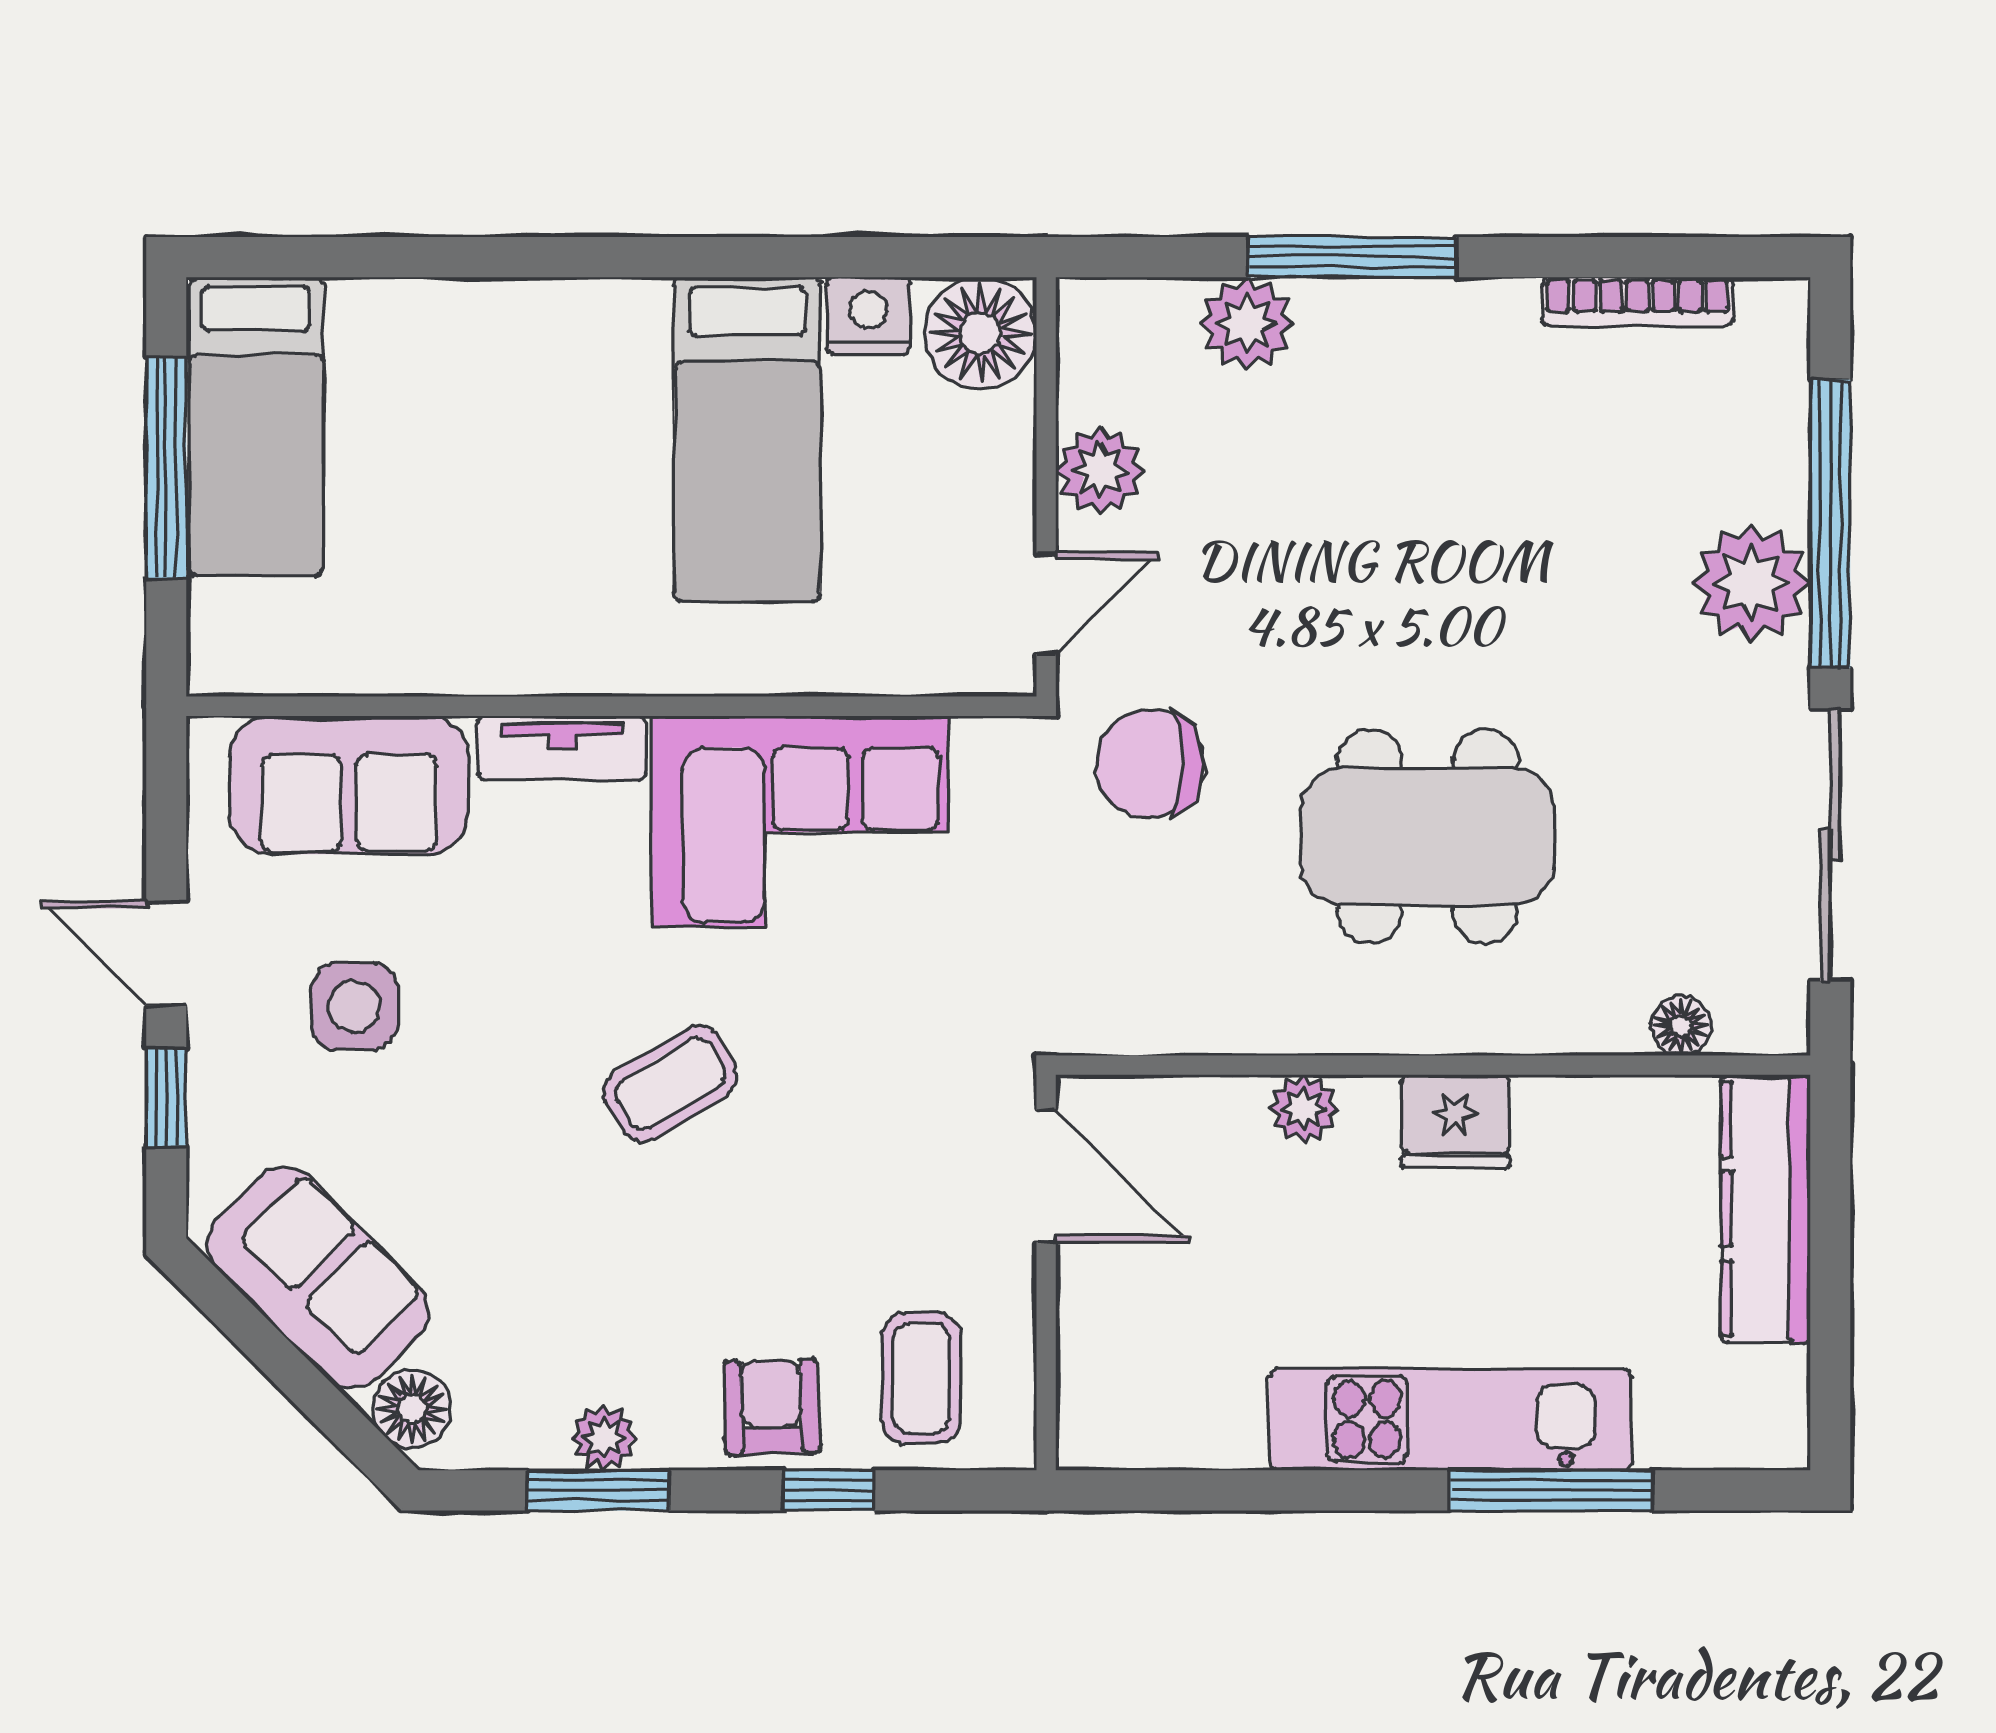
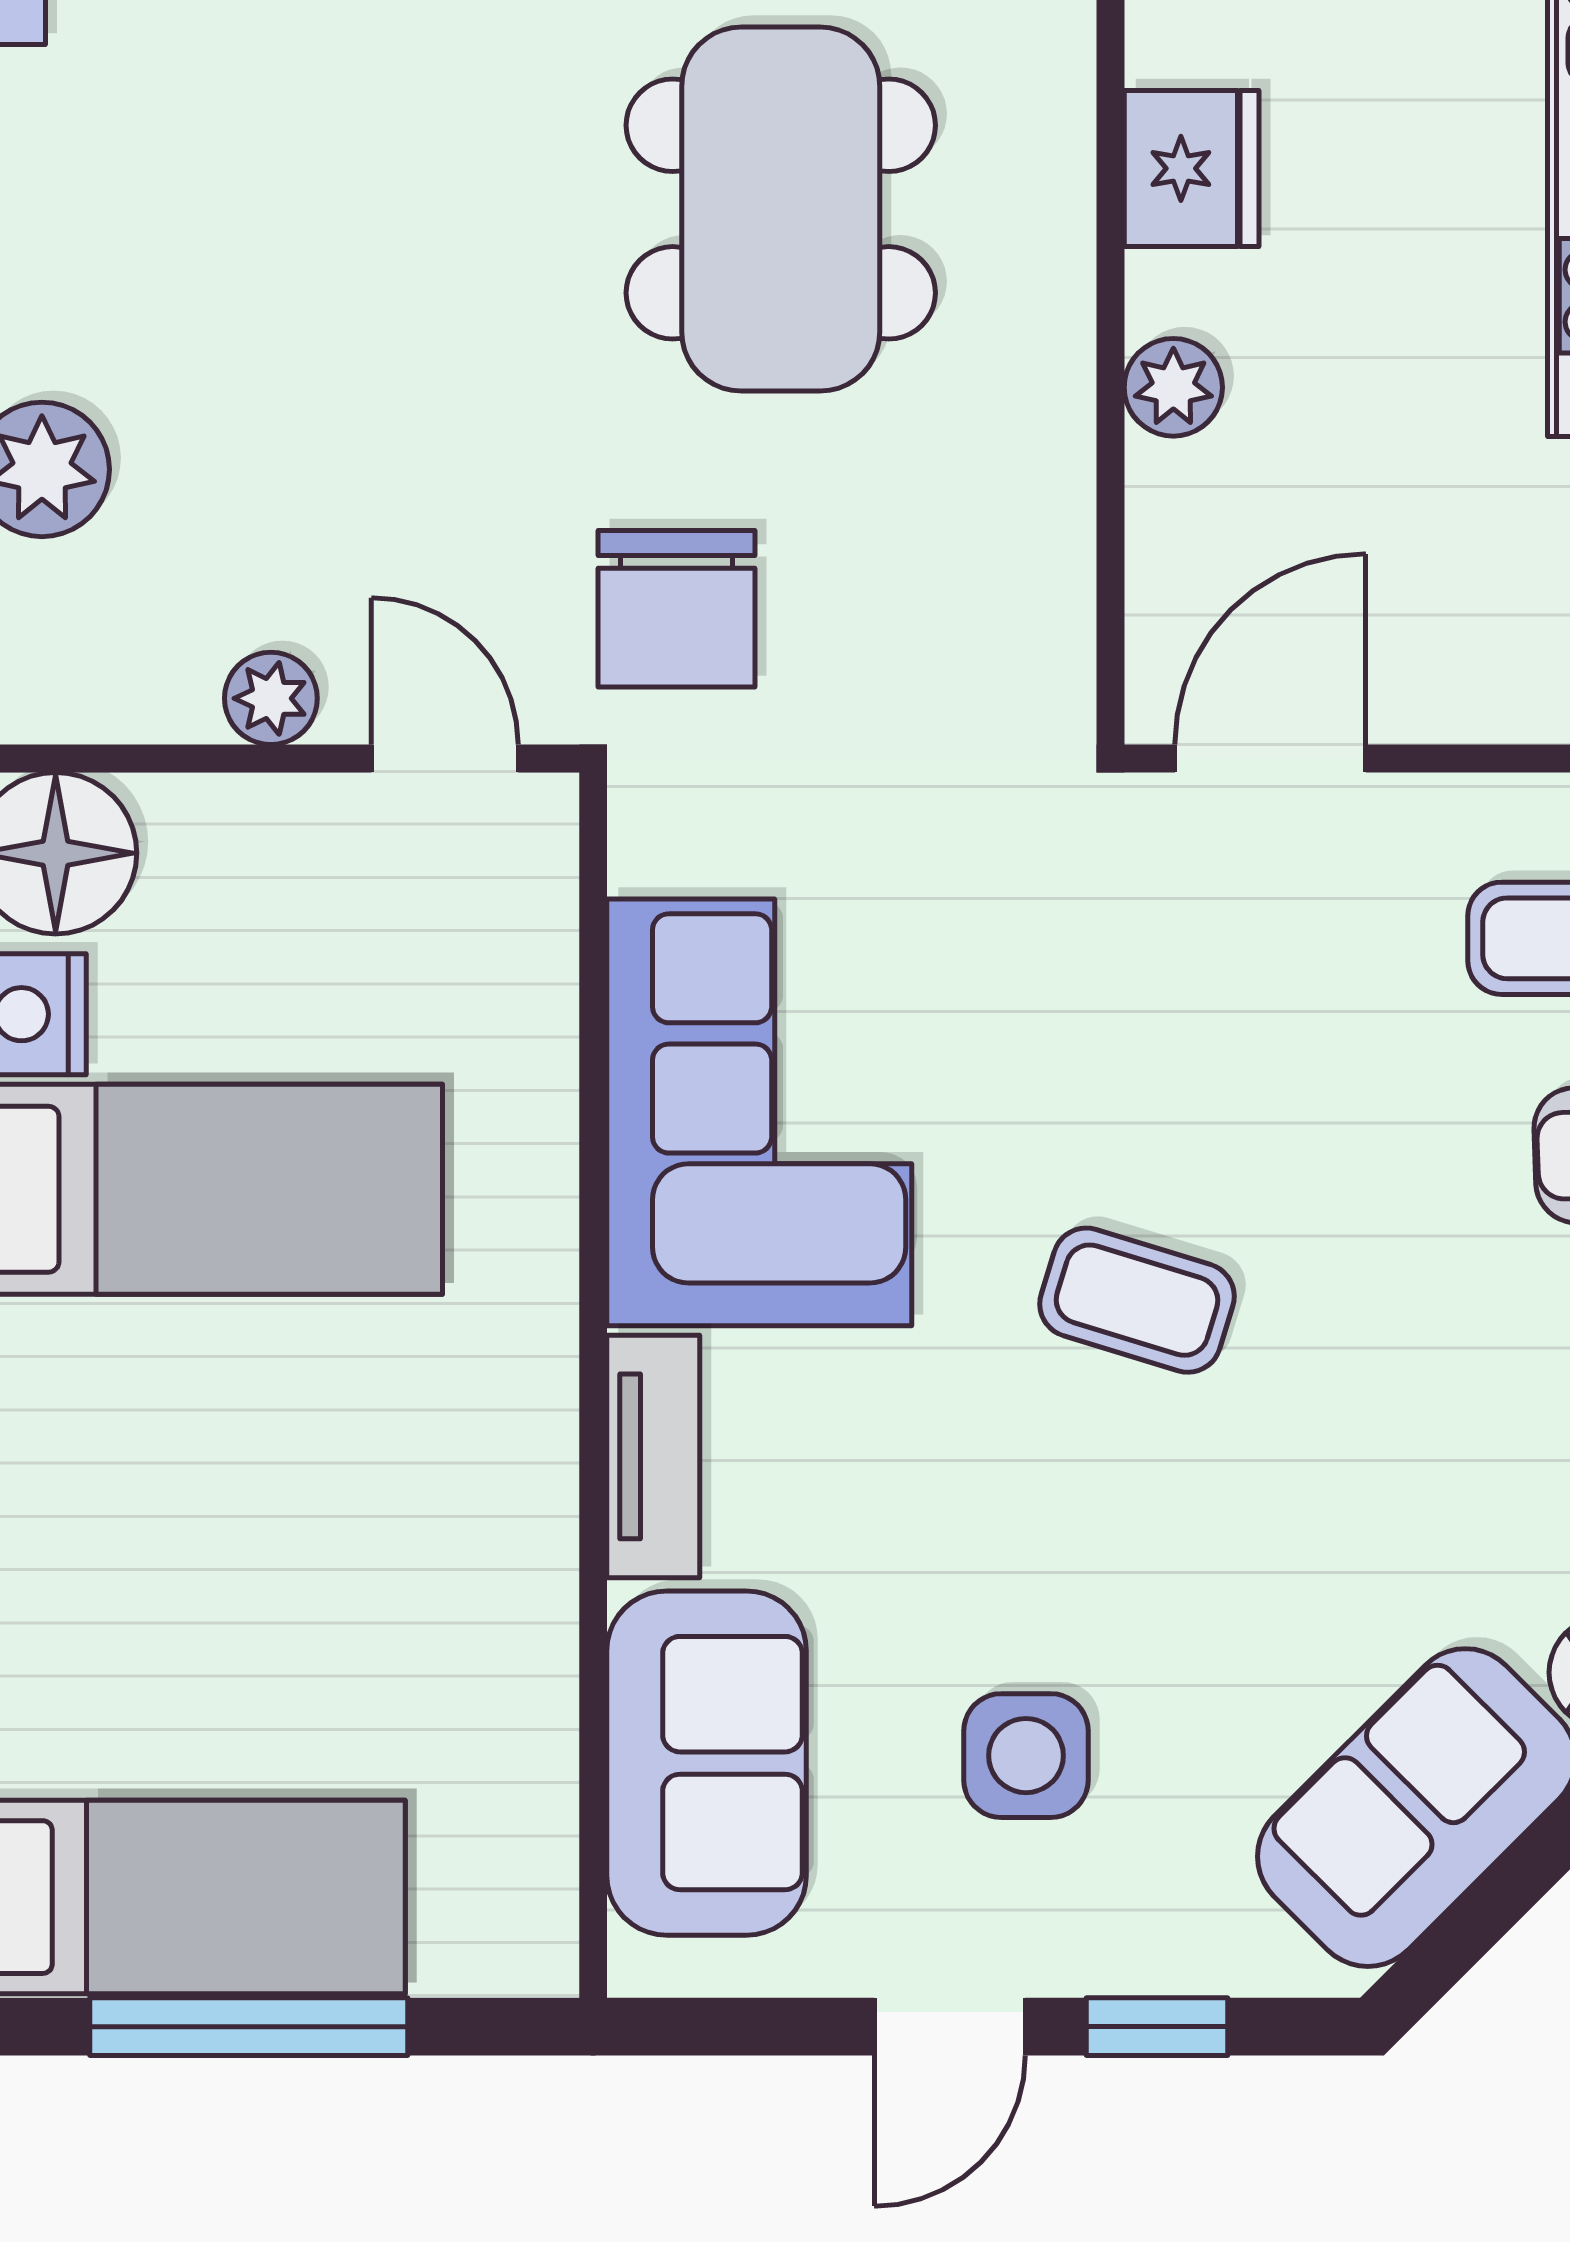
plant: (1100, 471) -> (271, 698), width x0.73, depth x0.73
coffee table: (670, 1084) -> (1137, 1300), turned -42

